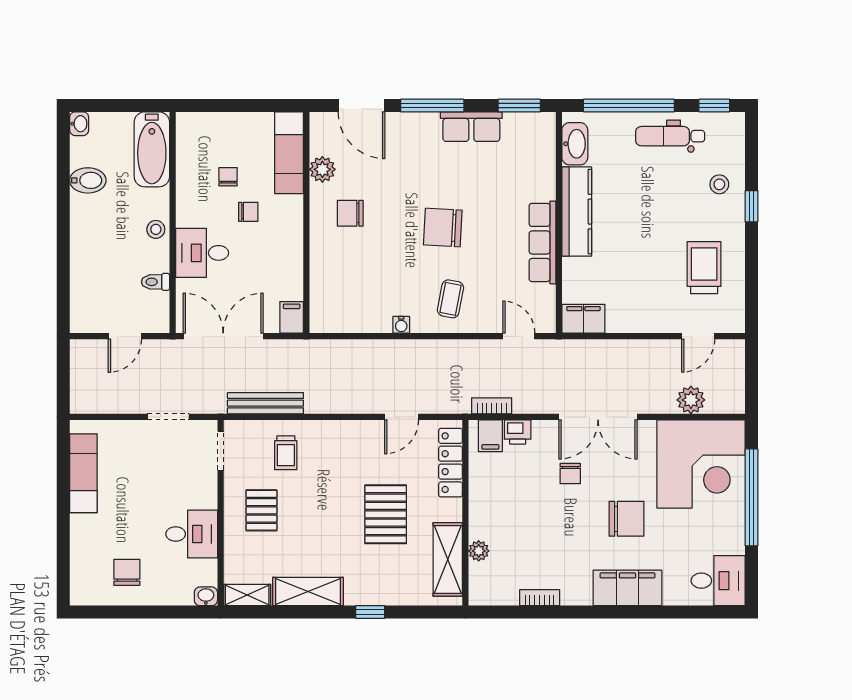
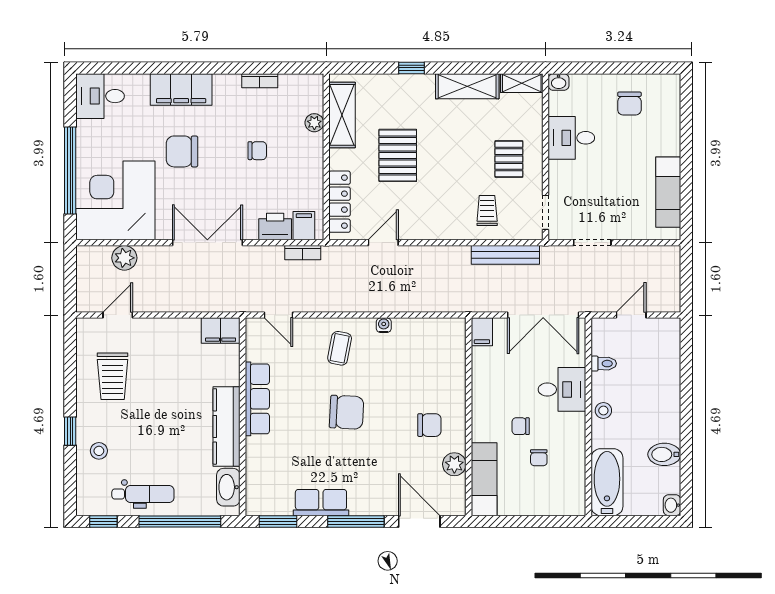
printer: (518, 432) -> (275, 227), width x1.36, depth x1.24
chair: (570, 474) -> (257, 151), moved, turned 90

